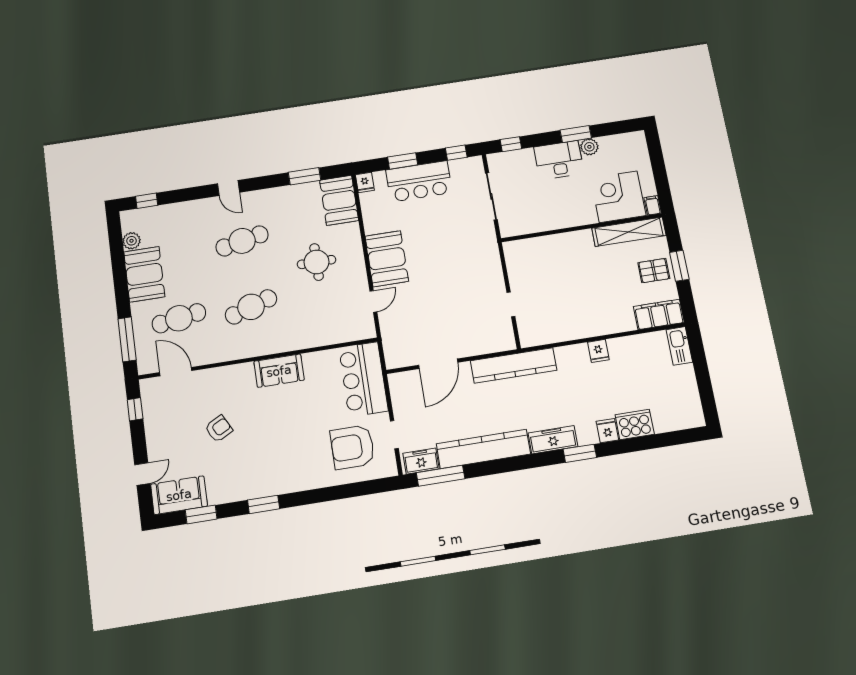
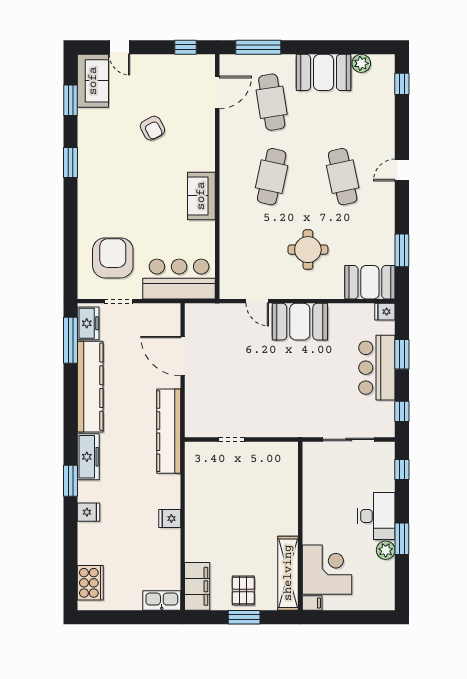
cafe table: (251, 307) -> (272, 177), turned 30
cooker: (635, 424) -> (90, 583), moved

